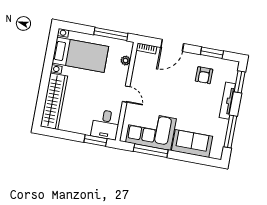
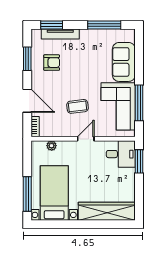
window: (111, 34) -> (27, 194), moved
coffee table: (158, 92) -> (78, 106), added
tv unit: (227, 101) -> (60, 34), moved

